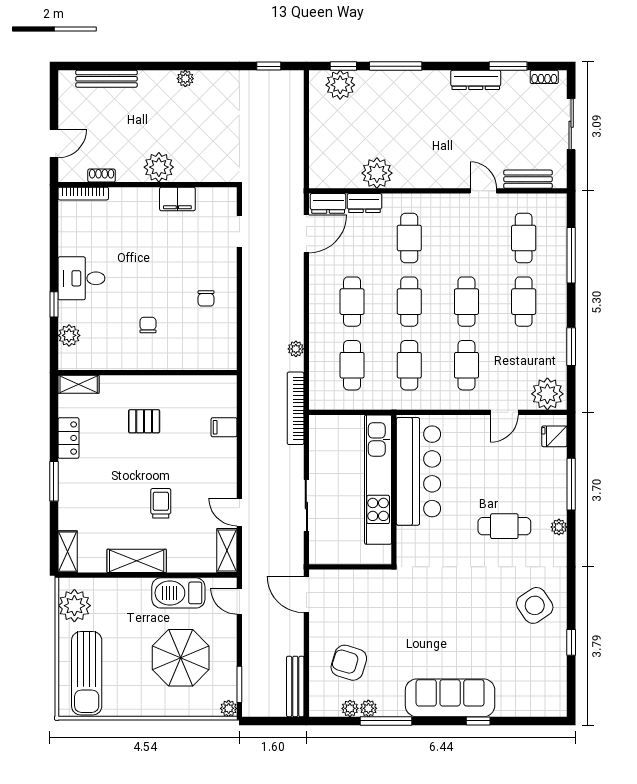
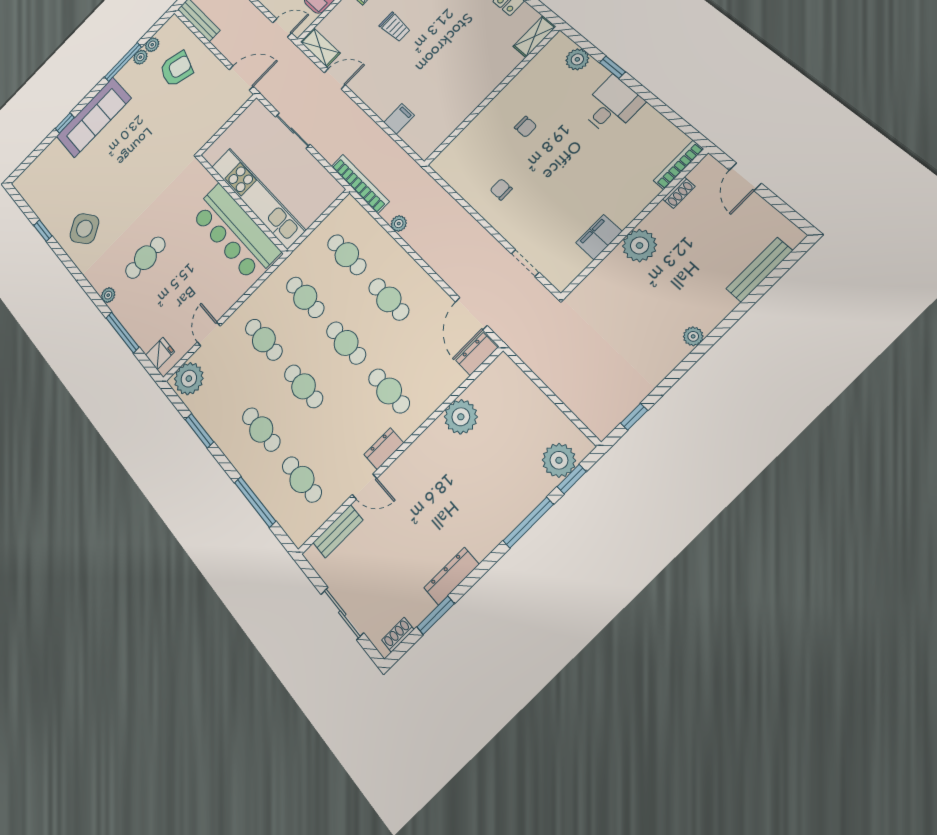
dresser: (364, 203) -> (384, 449), moved
pallet: (144, 421) -> (461, 63), removed

